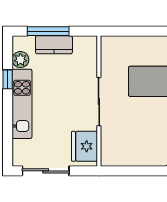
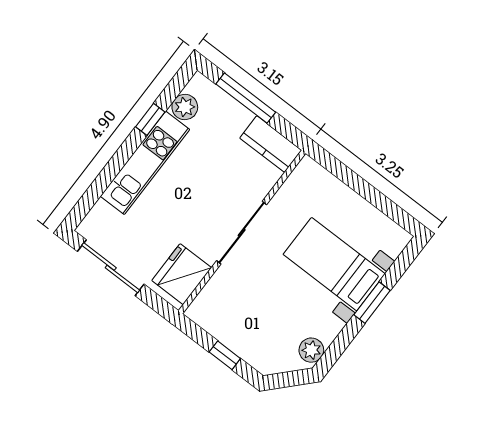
kitchen counter: (54, 45) -> (271, 144), moved
window: (138, 171) -> (225, 355), added

